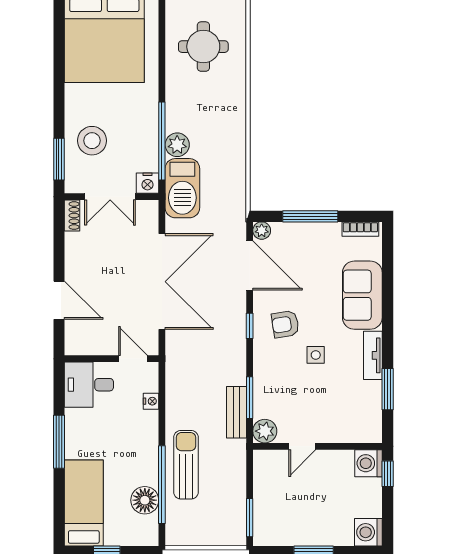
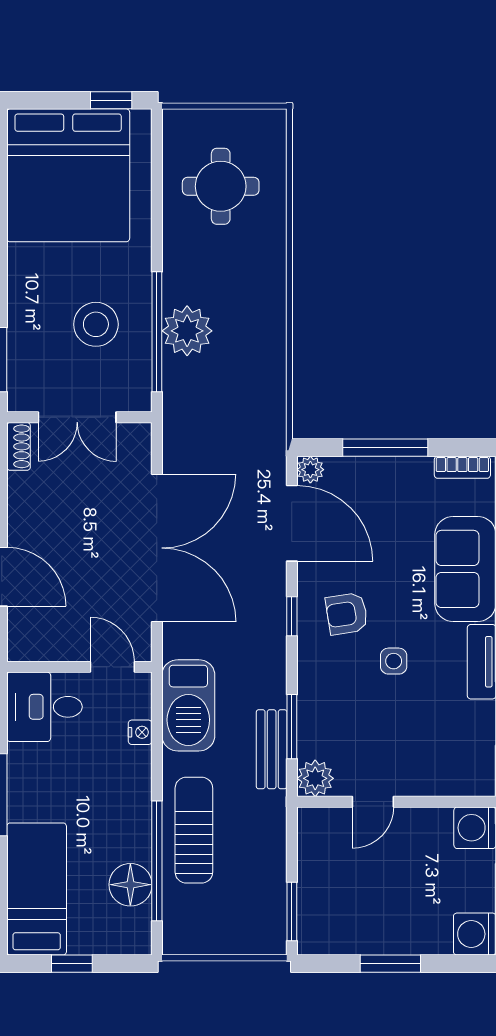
stool: (92, 141) -> (96, 324), moved
plant: (177, 145) -> (187, 331), width x1.36, depth x1.36
nightstand: (148, 183) -> (135, 396), removed
barbecue: (182, 188) -> (188, 705), moved

